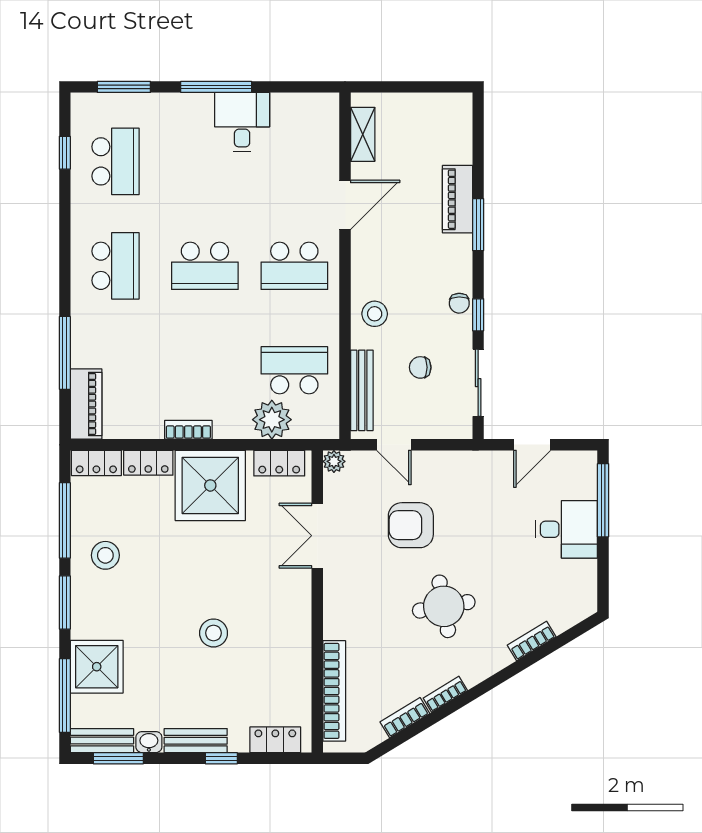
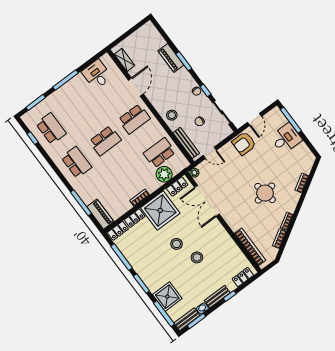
desk: (242, 122) -> (97, 74), moved
armchair: (411, 525) -> (244, 143), moved
double door: (317, 536) -> (207, 201), width x1.37
stool: (105, 555) -> (176, 244), moved

